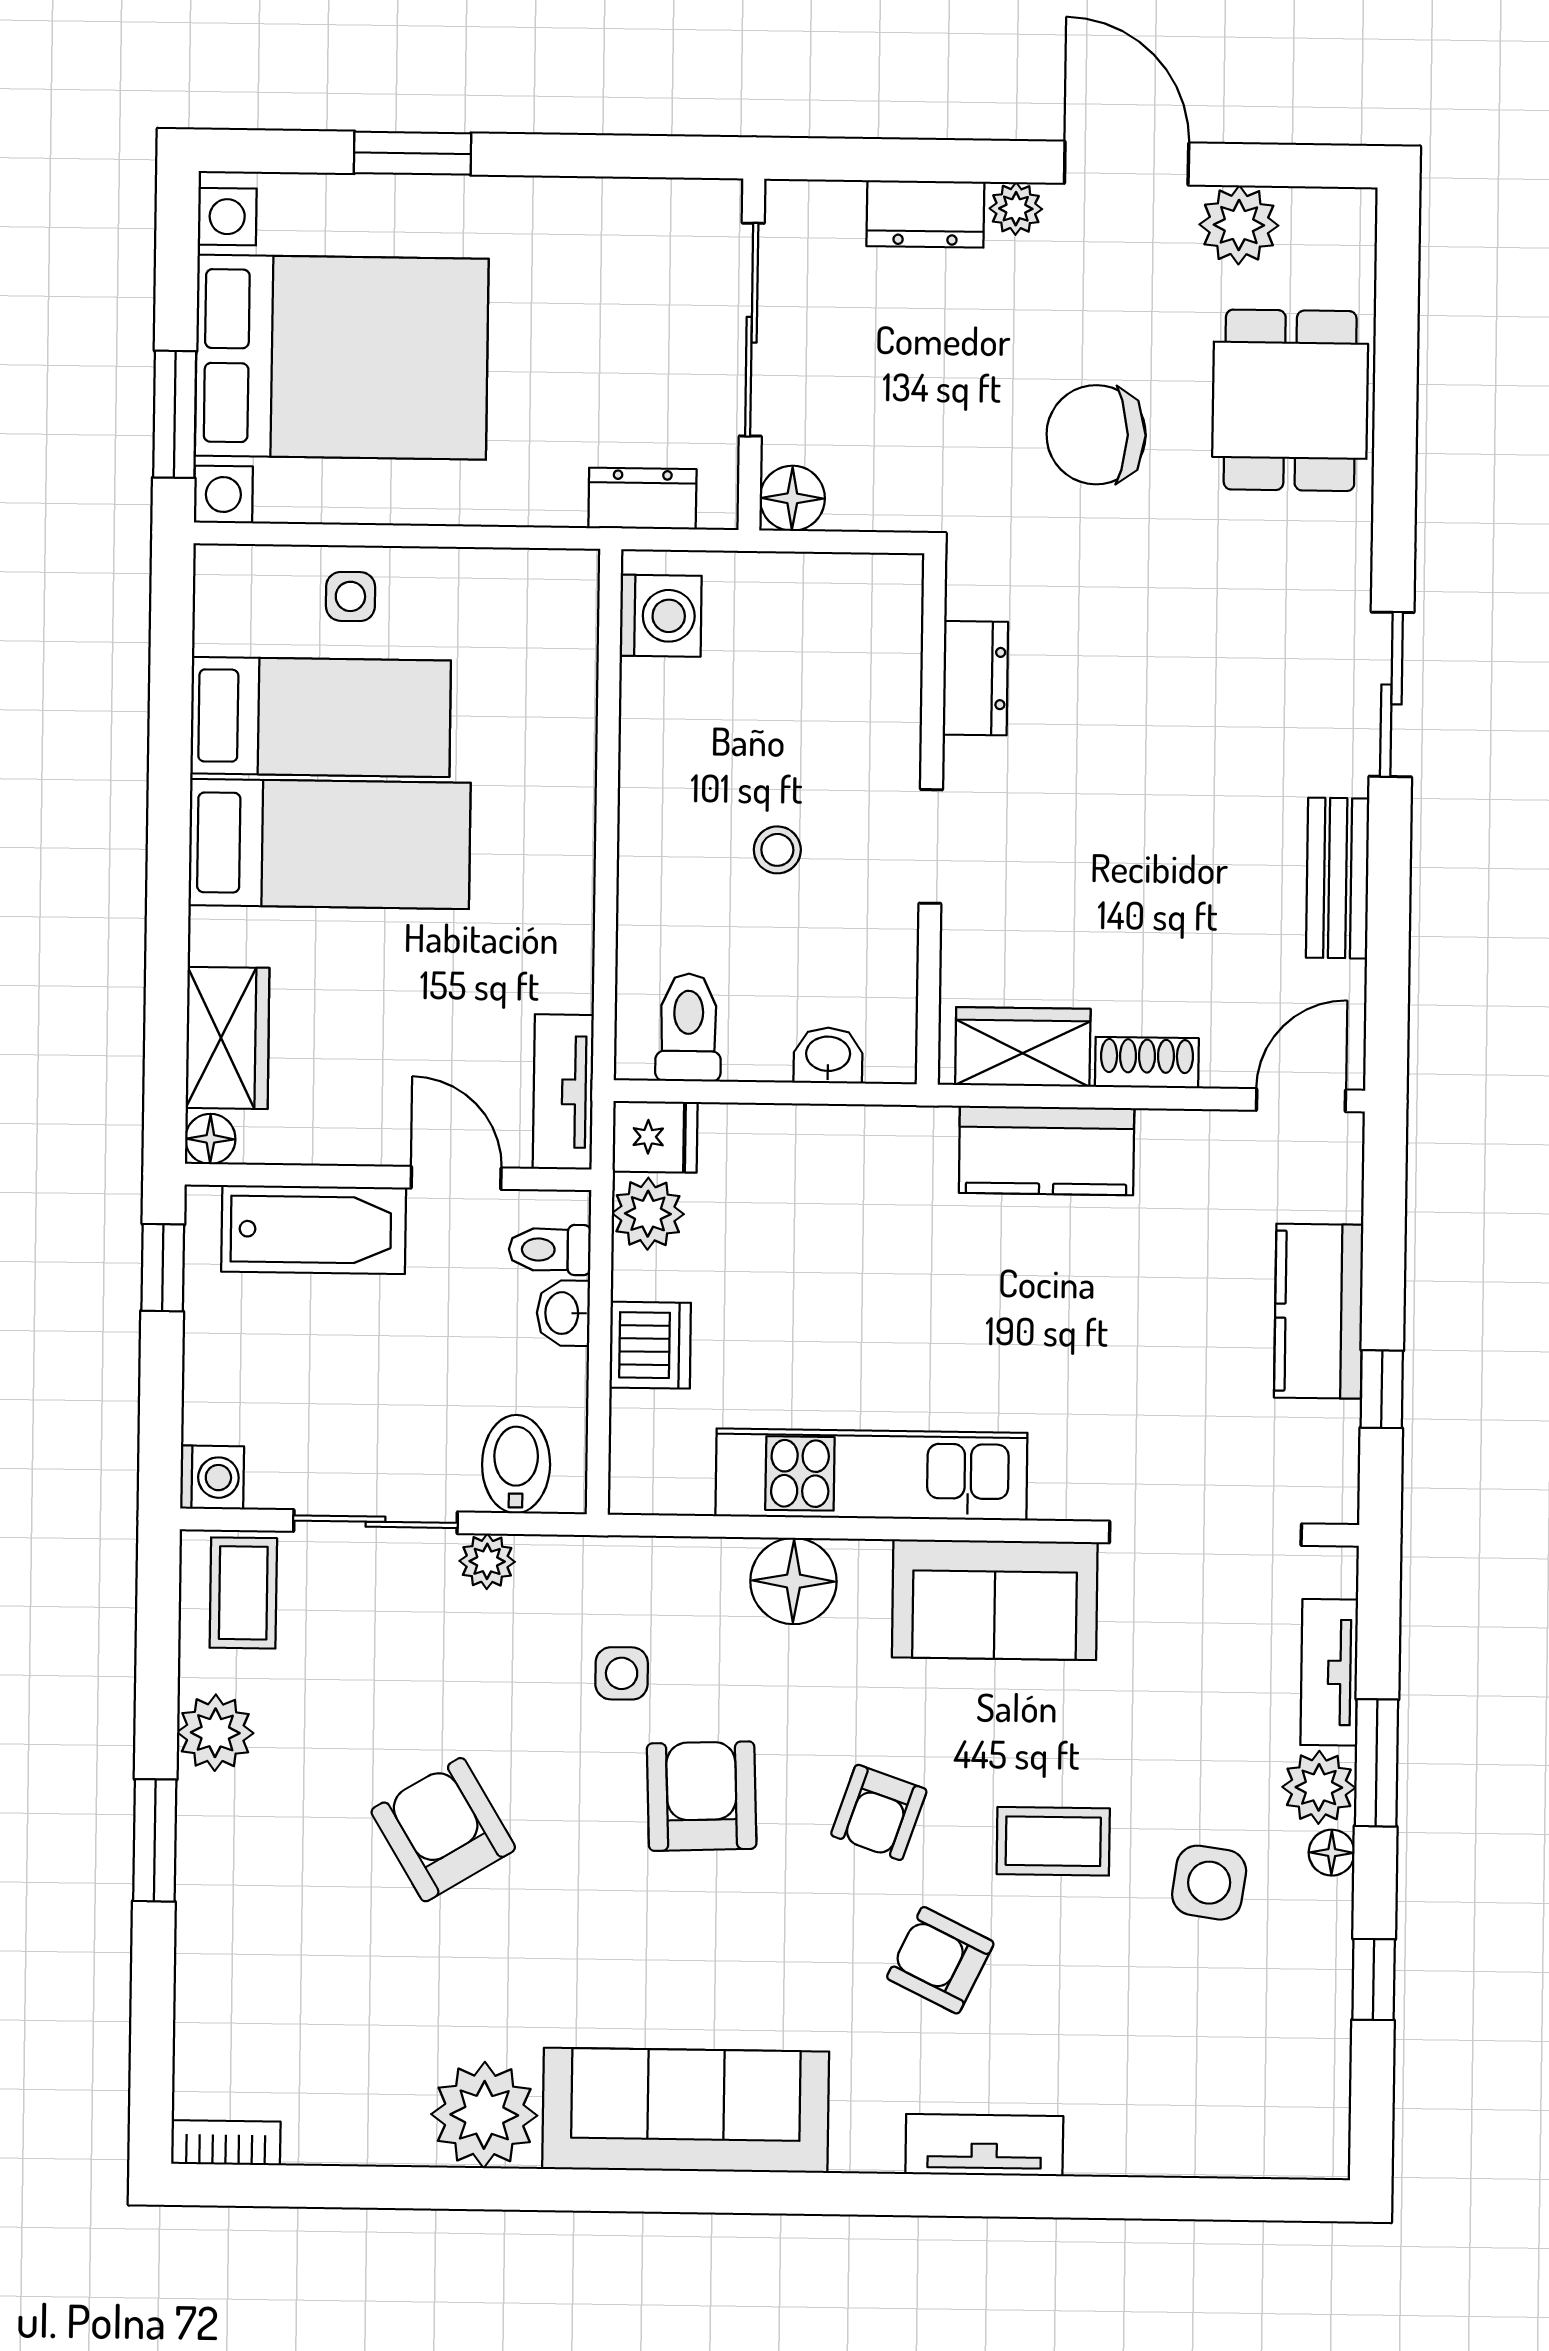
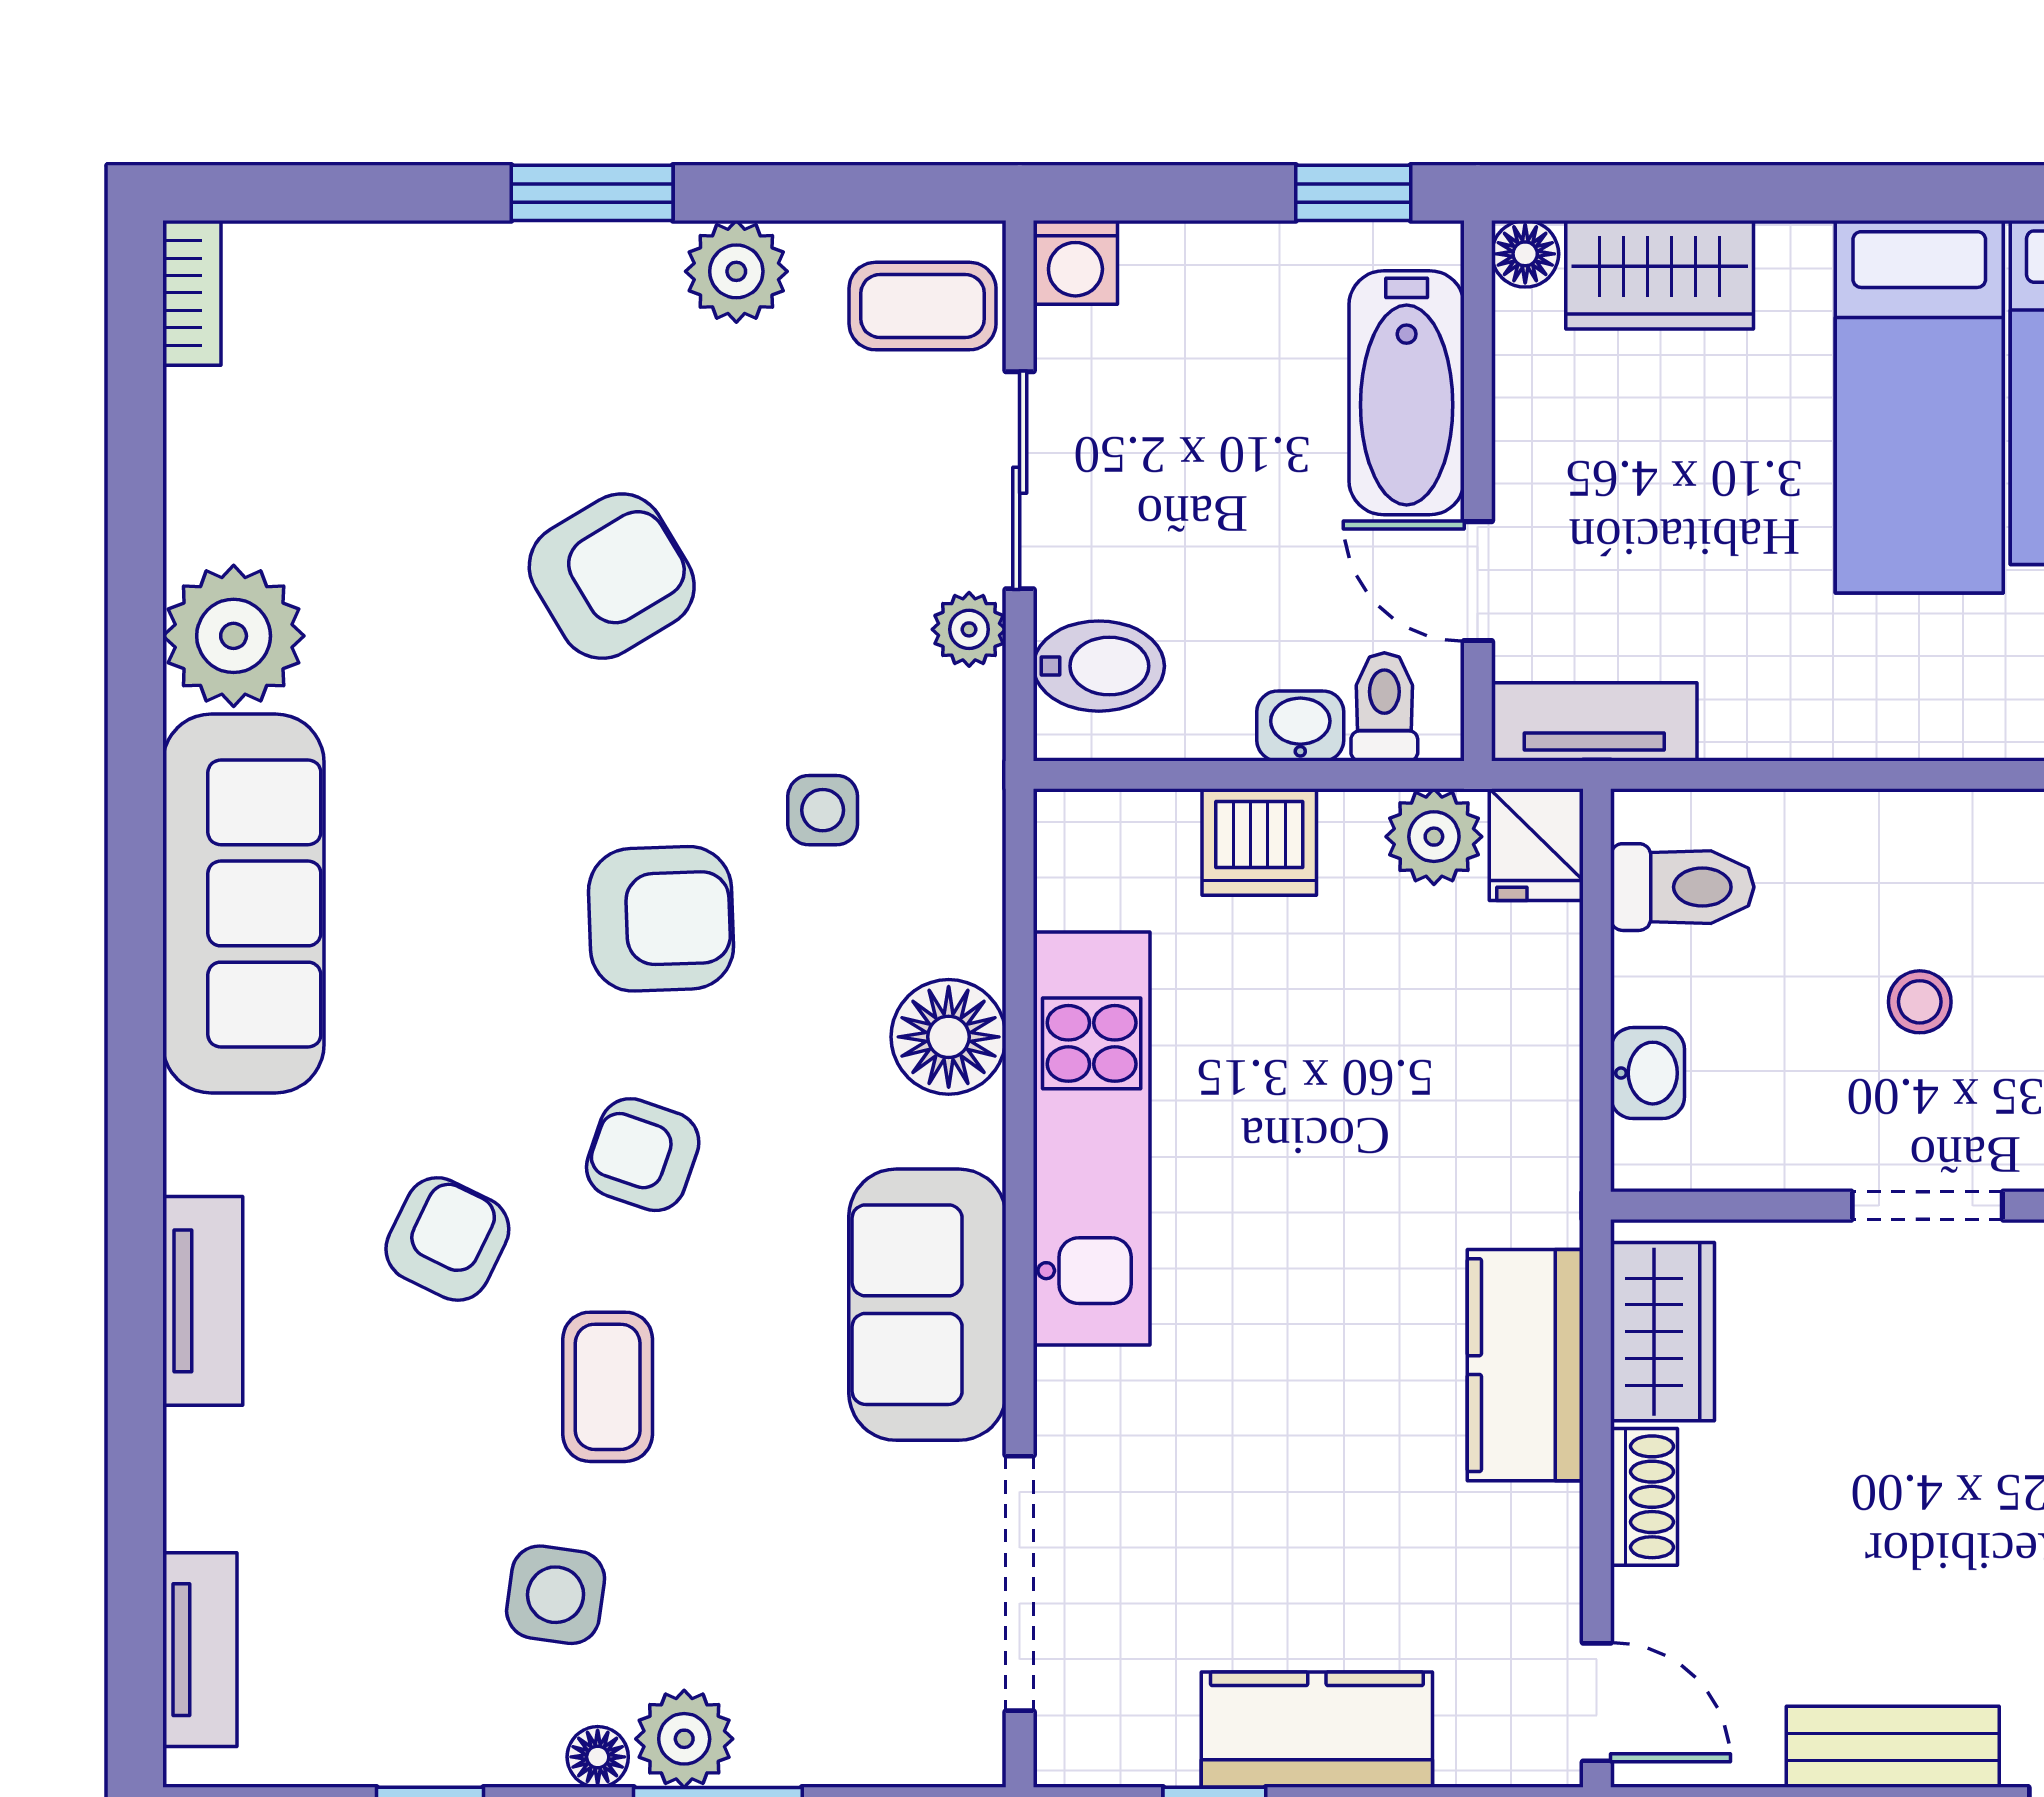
door: (456, 1178) -> (1478, 581), swing flipped
tv unit: (1329, 1672) -> (200, 1650), moved, turned 90

